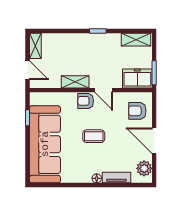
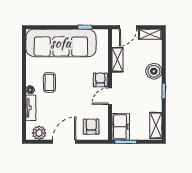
boiler: (76, 42) -> (154, 71), added
shelving: (75, 82) -> (118, 60), moved
coffee table: (94, 136) -> (49, 82), moved

